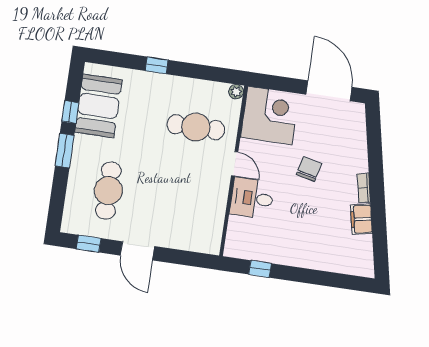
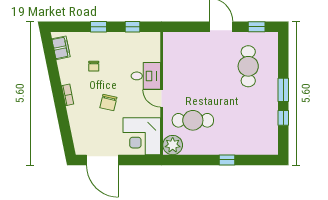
plant: (236, 92) -> (173, 145), width x1.88, depth x1.88
booth: (98, 106) -> (264, 125), removed
filing cabinet: (361, 219) -> (61, 48), moved
chair: (322, 222) -> (94, 66), added
window: (307, 276) -> (99, 27), added

